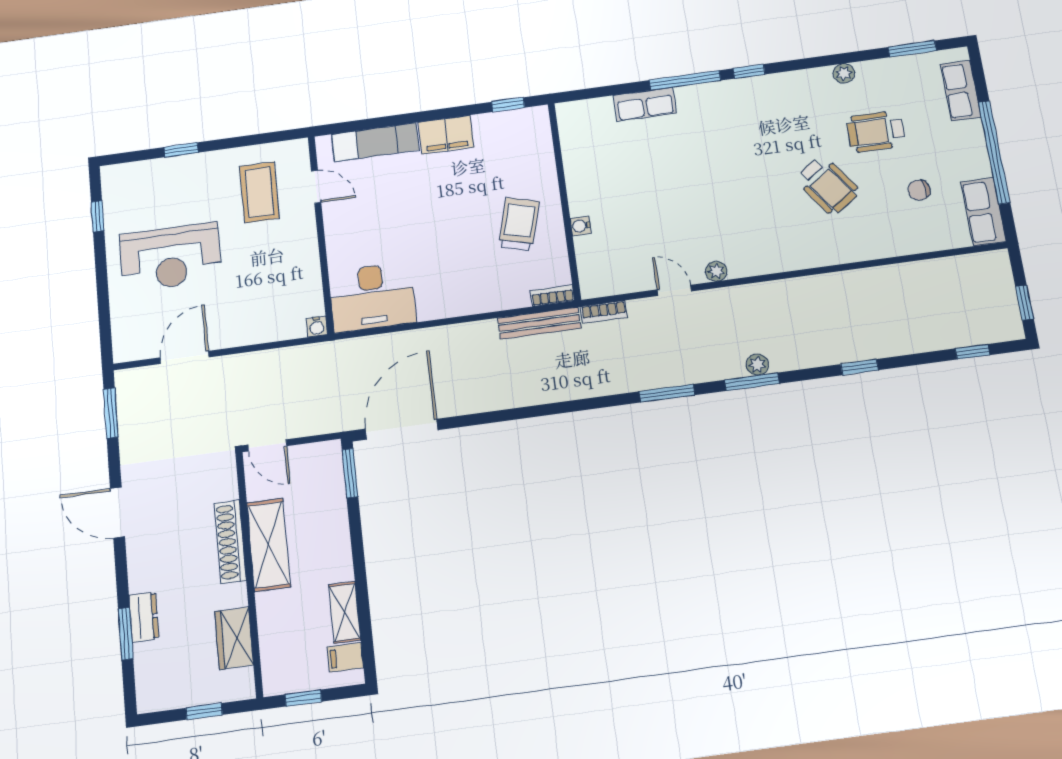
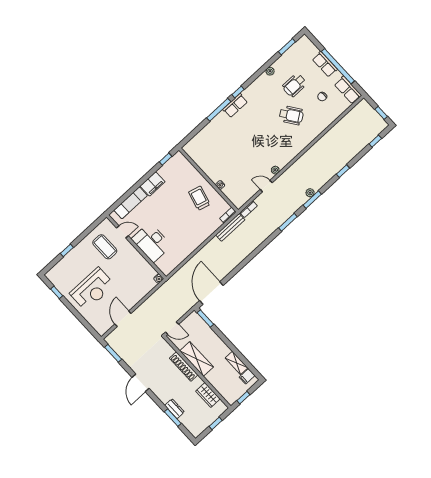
row of seats: (961, 91) -> (325, 64), moved
row of seats: (645, 104) -> (235, 106), moved
desk: (372, 297) -> (152, 242), moved, turned 90
door: (117, 513) -> (140, 383), hinge flipped

